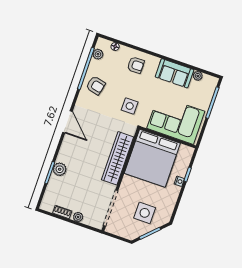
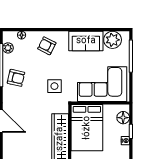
armchair: (136, 65) -> (47, 46), turned -153
plant: (198, 76) -> (113, 40), width x1.87, depth x1.87
bed: (152, 158) -> (87, 128), width x0.73
floor lamp: (185, 159) -> (123, 118), added

